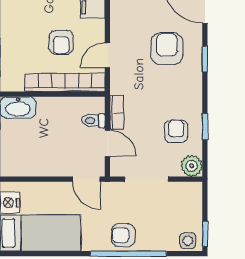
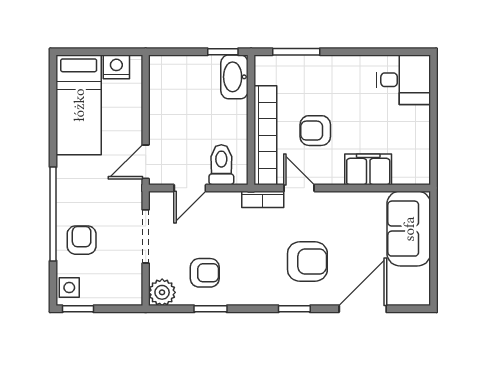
bookcase: (117, 113) -> (263, 199), moved
toilet: (93, 121) -> (221, 165), width x1.37, depth x1.39
armchair: (123, 235) -> (82, 240), moved

